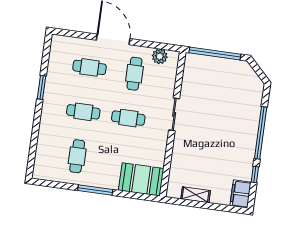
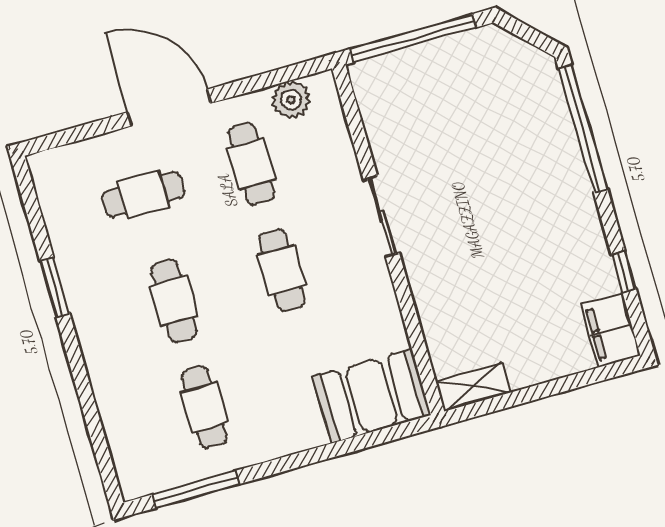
cafe table: (83, 112) -> (174, 301), turned 90
cafe table: (128, 118) -> (282, 270), turned 90
window: (261, 133) -> (583, 129), moved
window: (95, 190) -> (196, 489), moved
shelving: (196, 195) -> (473, 387), moved

